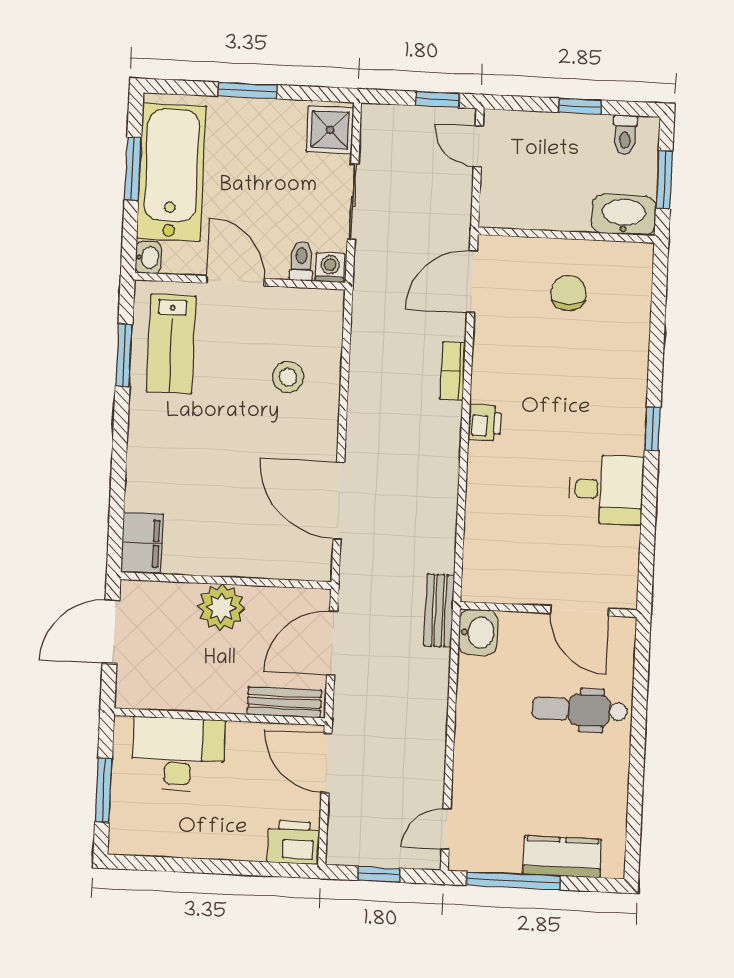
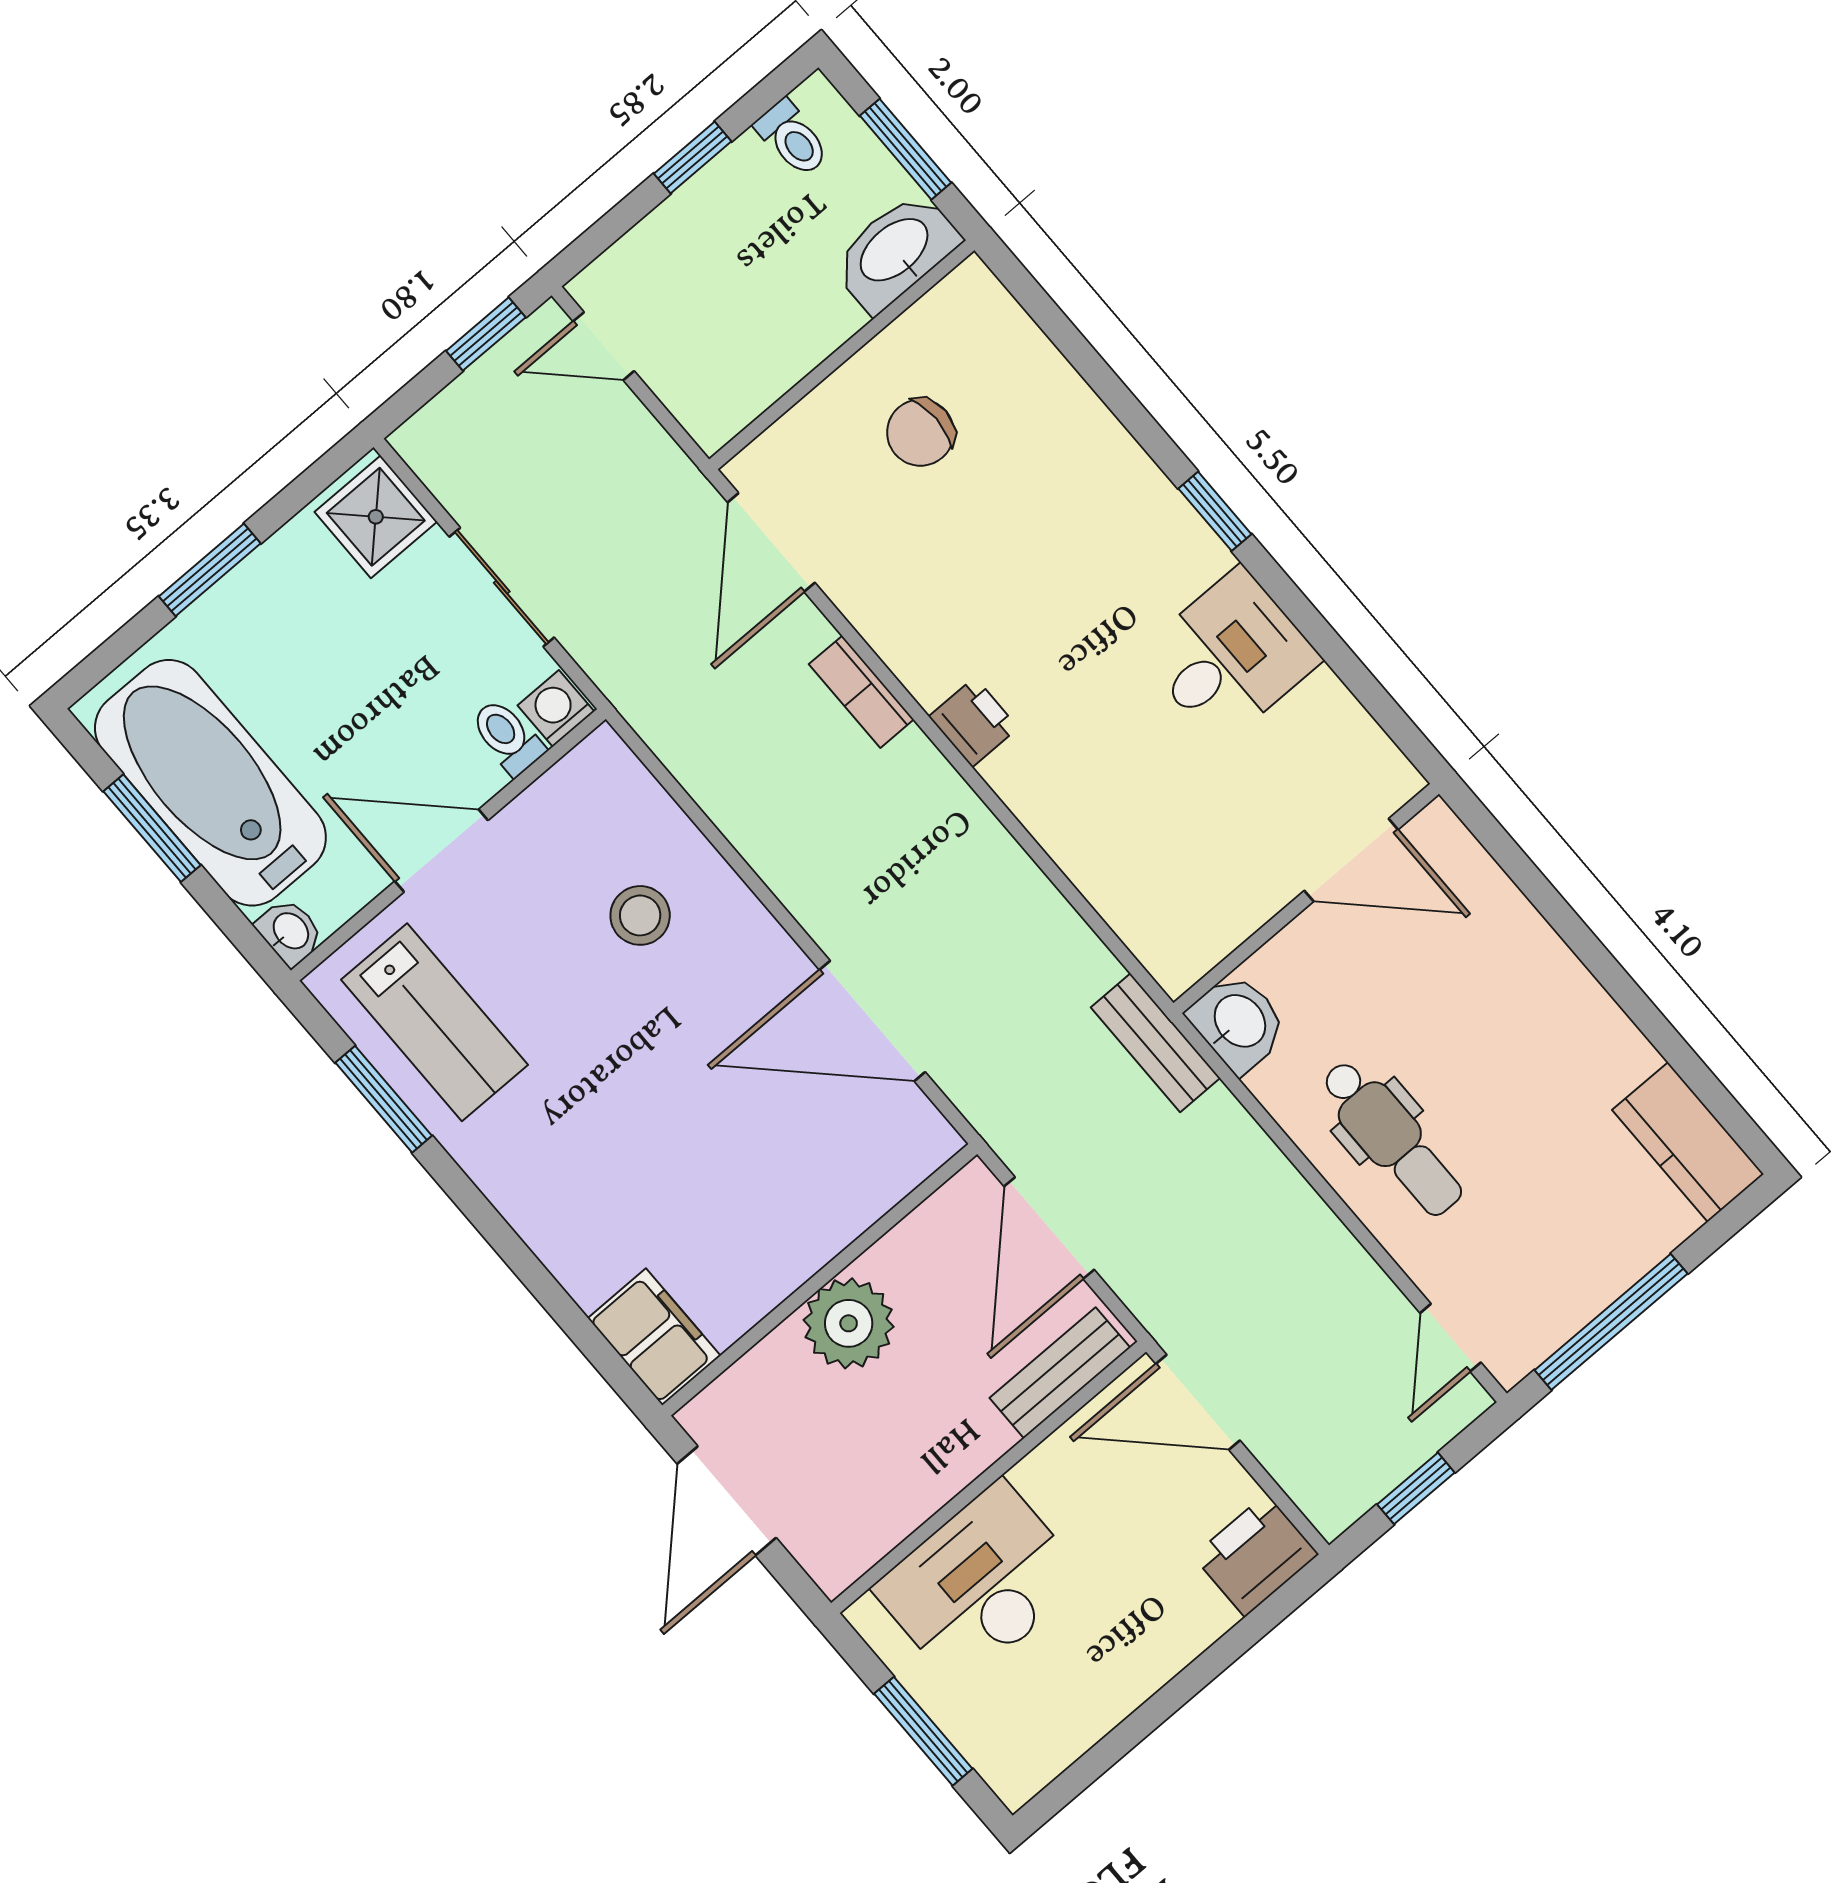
chair: (568, 293) -> (920, 433), turned -88
dental chair: (580, 710) -> (1392, 1138), moved, turned -90
kitchen counter: (562, 857) -> (1688, 1142), moved, turned -90

